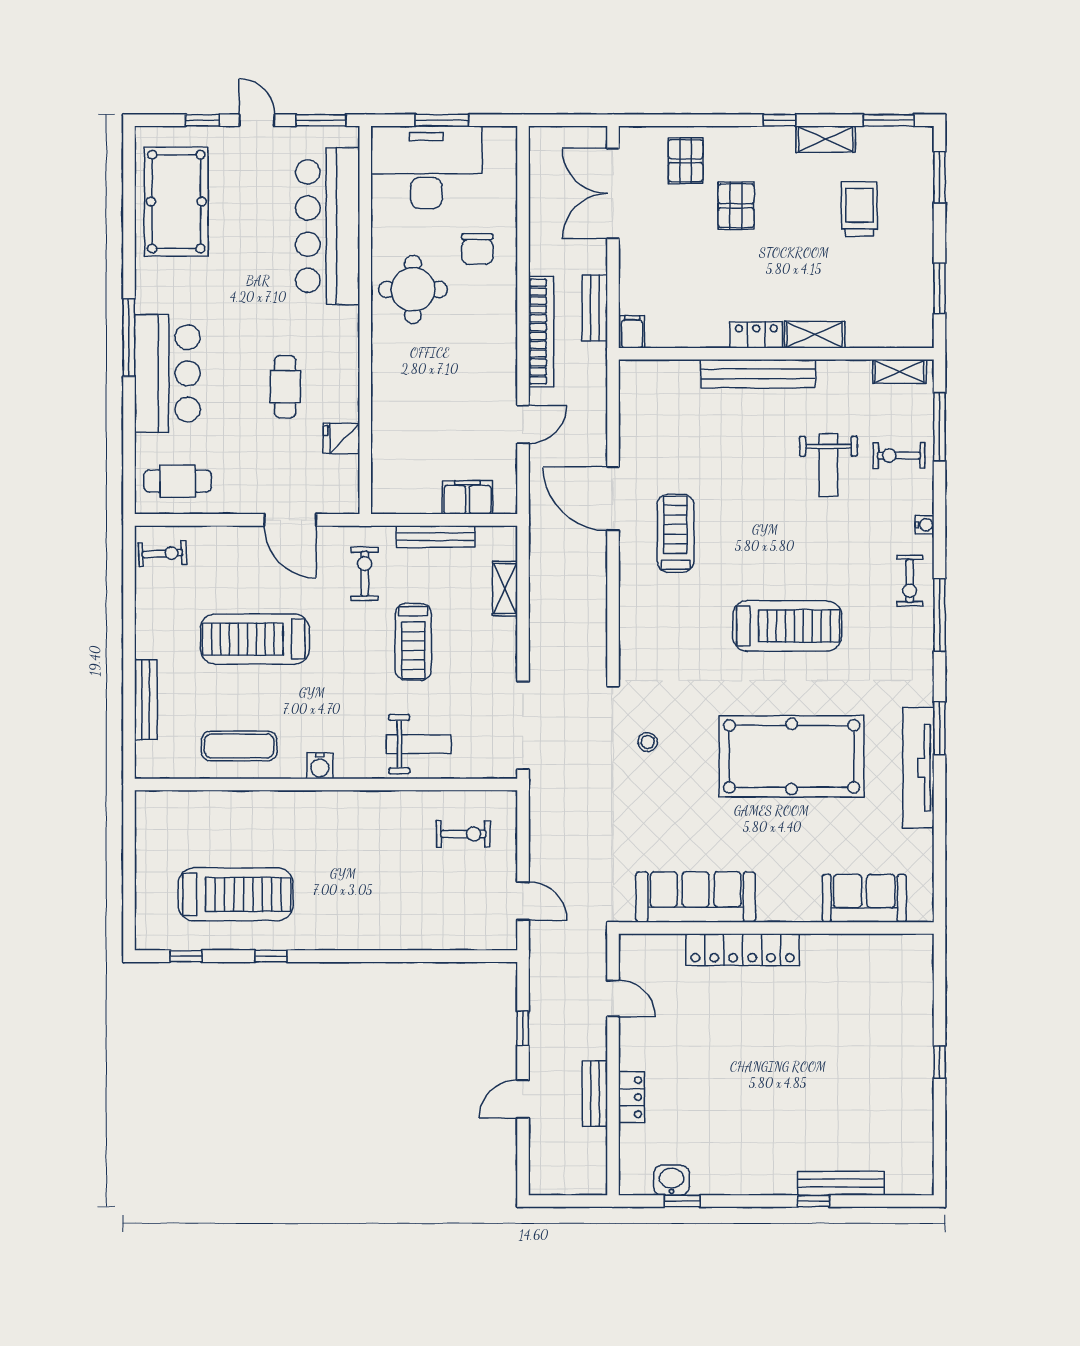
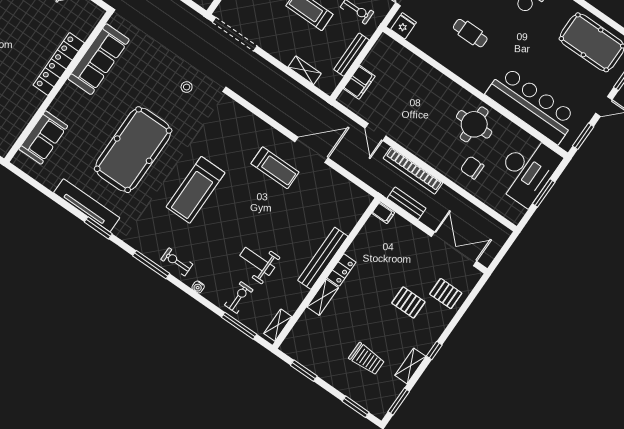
fridge: (341, 438) -> (404, 26), moved

